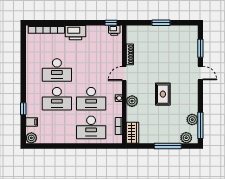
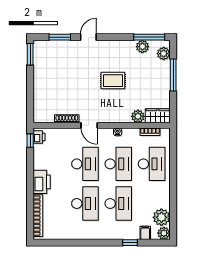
window: (161, 23) -> (30, 54), moved
desk: (91, 70) -> (85, 164), added
plant: (132, 101) -> (138, 116), moved
plant: (45, 136) -> (161, 217), added

